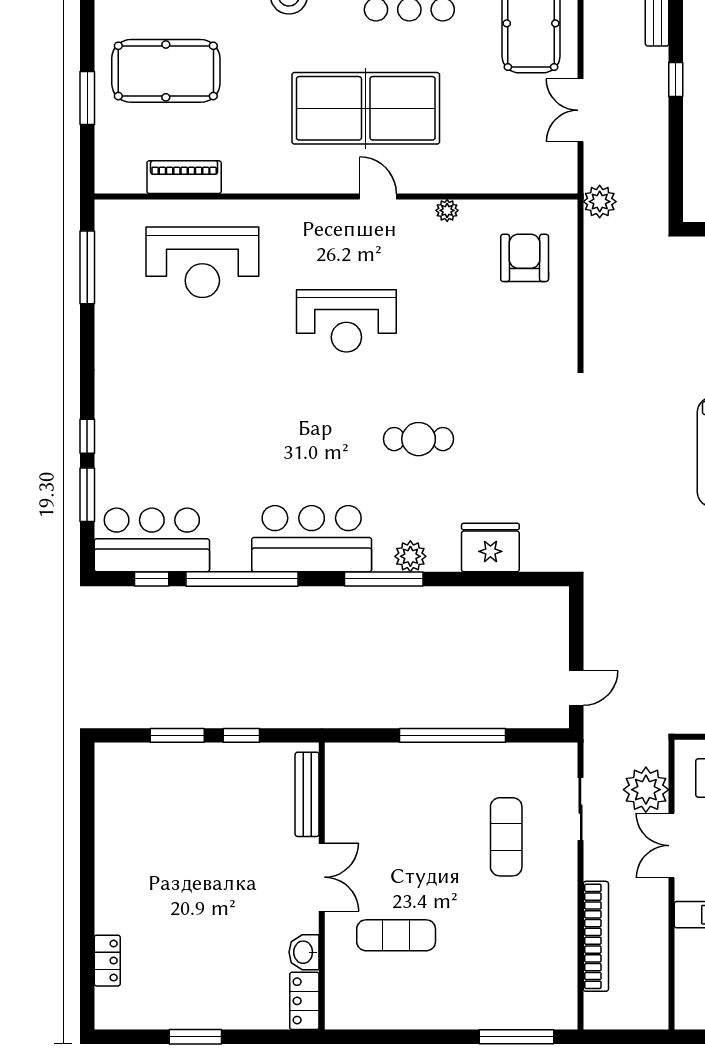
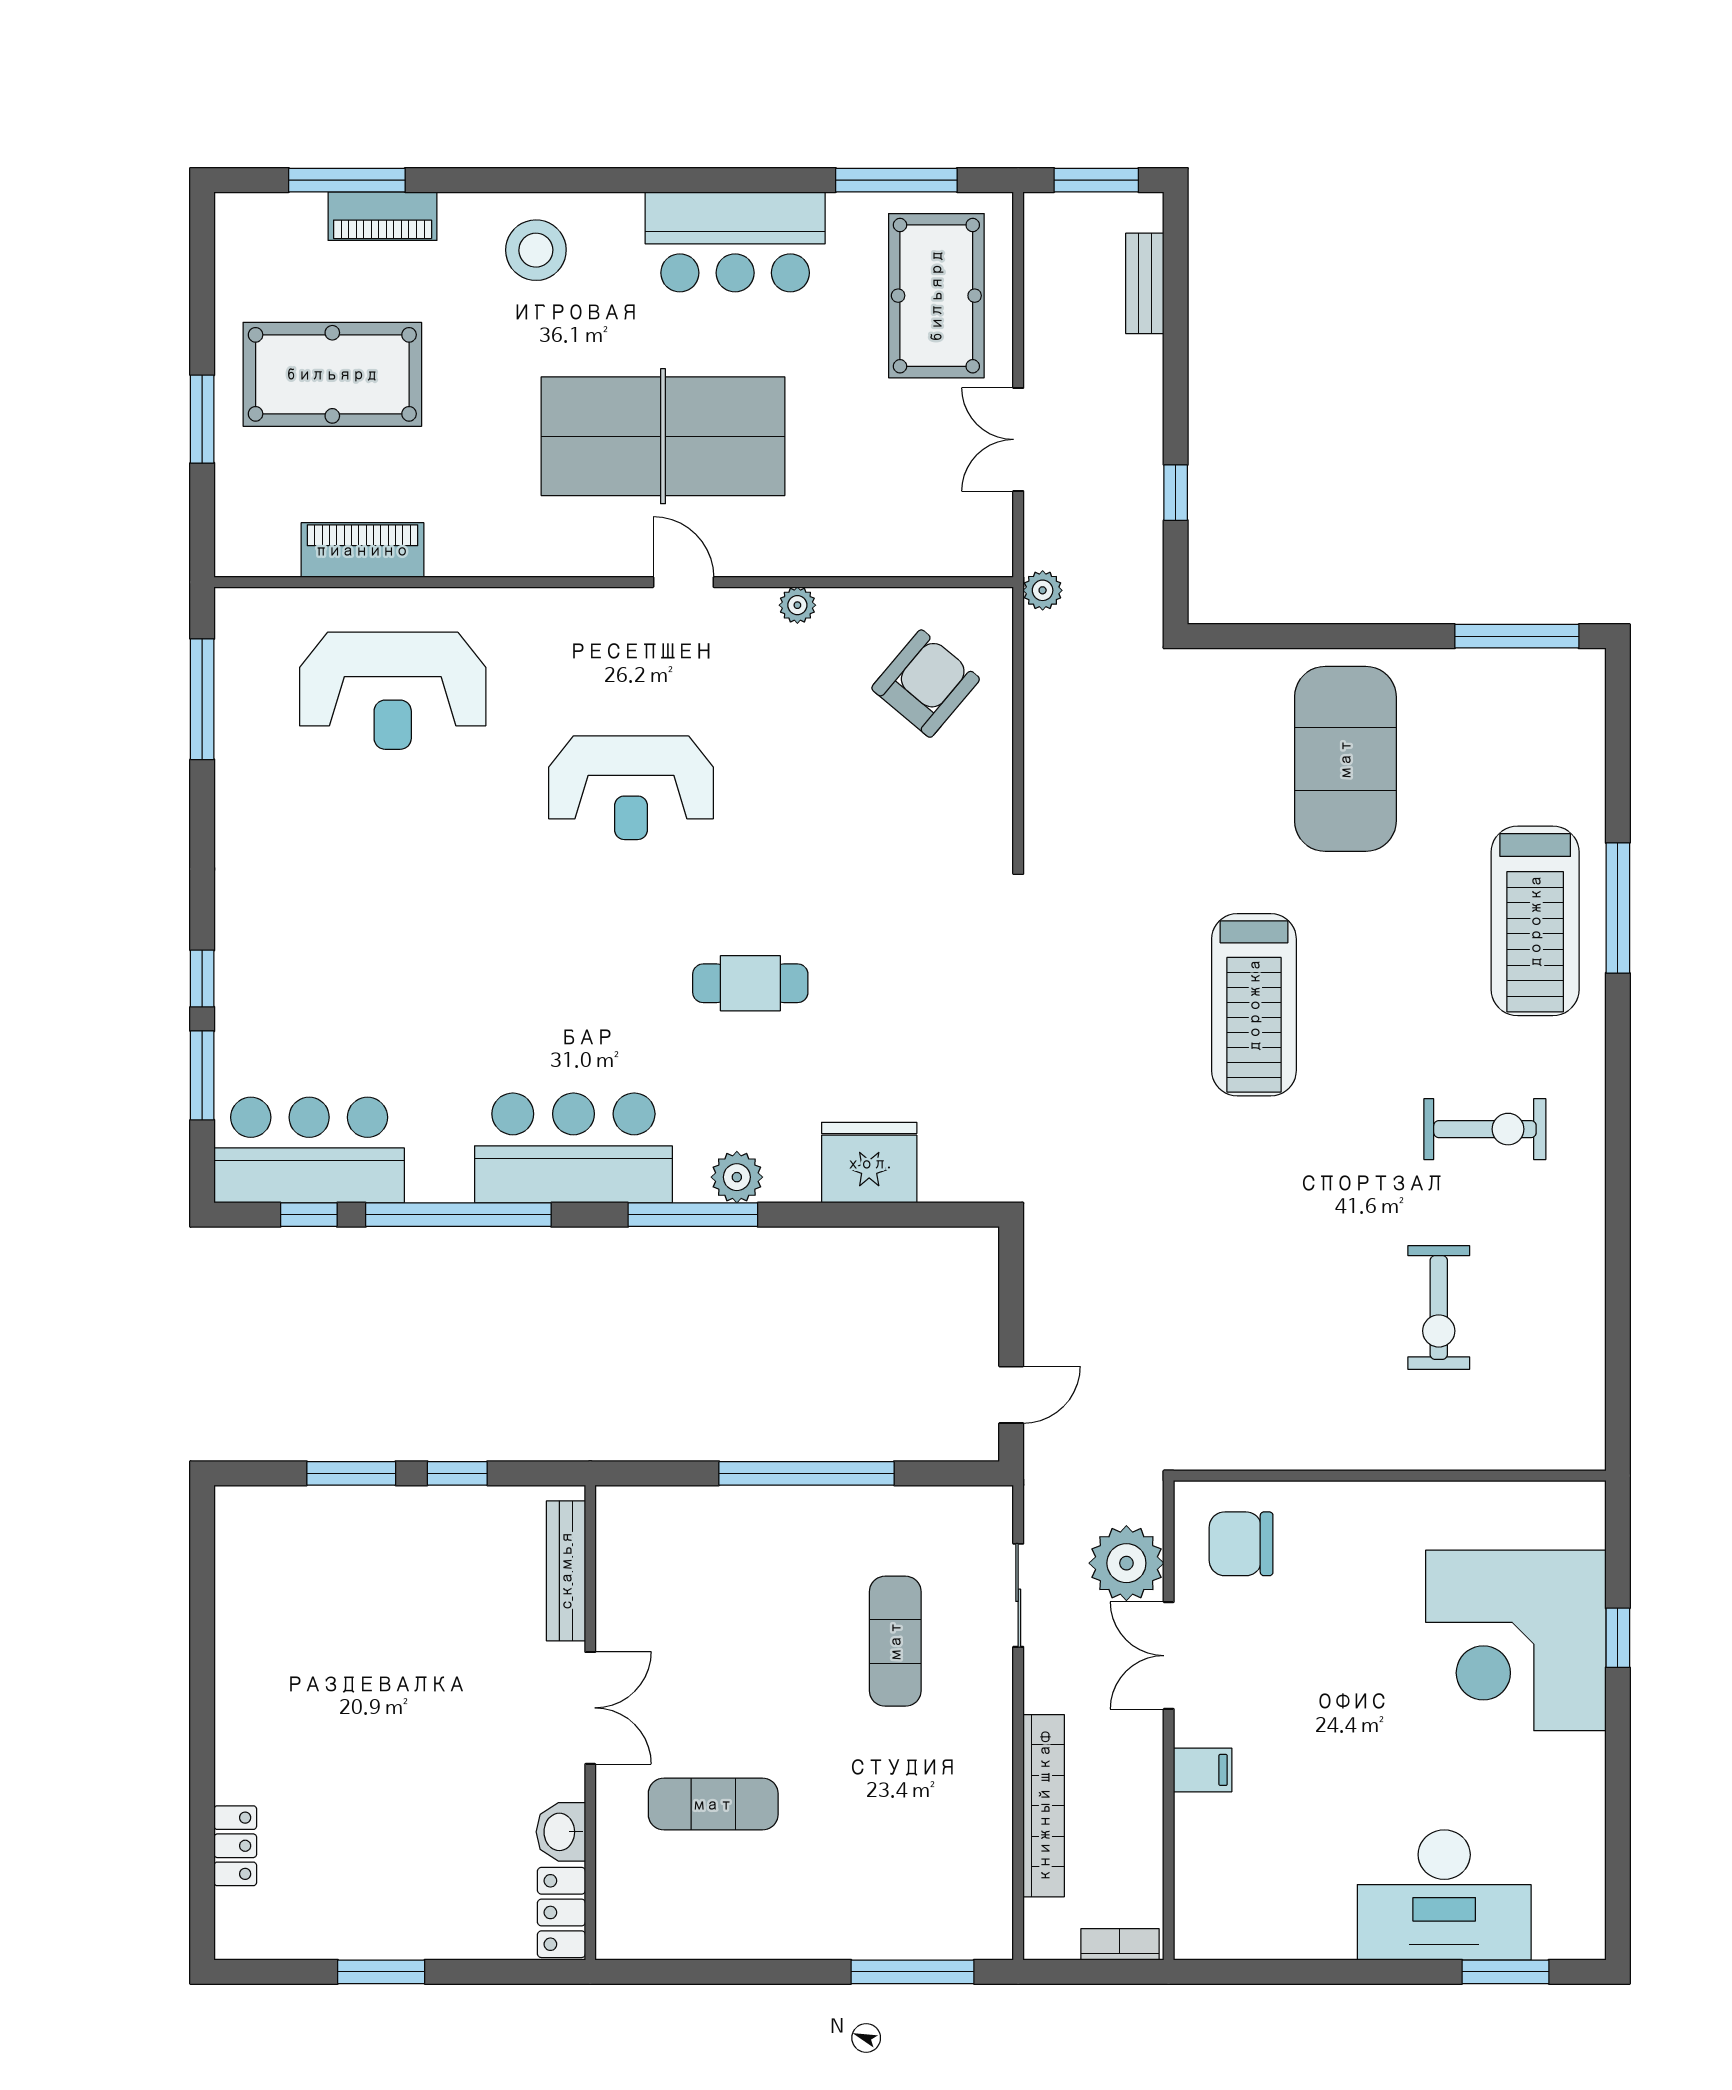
window: (676, 80) -> (1176, 493), moved
plant: (600, 202) -> (1043, 590), width x0.73, depth x0.73
armchair: (525, 258) -> (926, 684), turned 40
bookcase: (642, 1020) -> (1120, 1944), added

